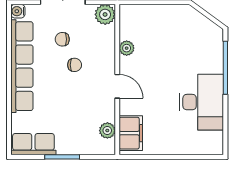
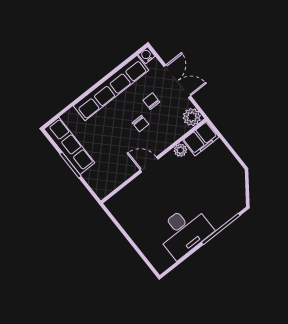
door: (117, 86) -> (149, 165), swing flipped
plant: (107, 130) -> (113, 182), removed
filing cabinet: (131, 133) -> (201, 139), moved
row of seats: (33, 144) -> (69, 146), width x1.48

